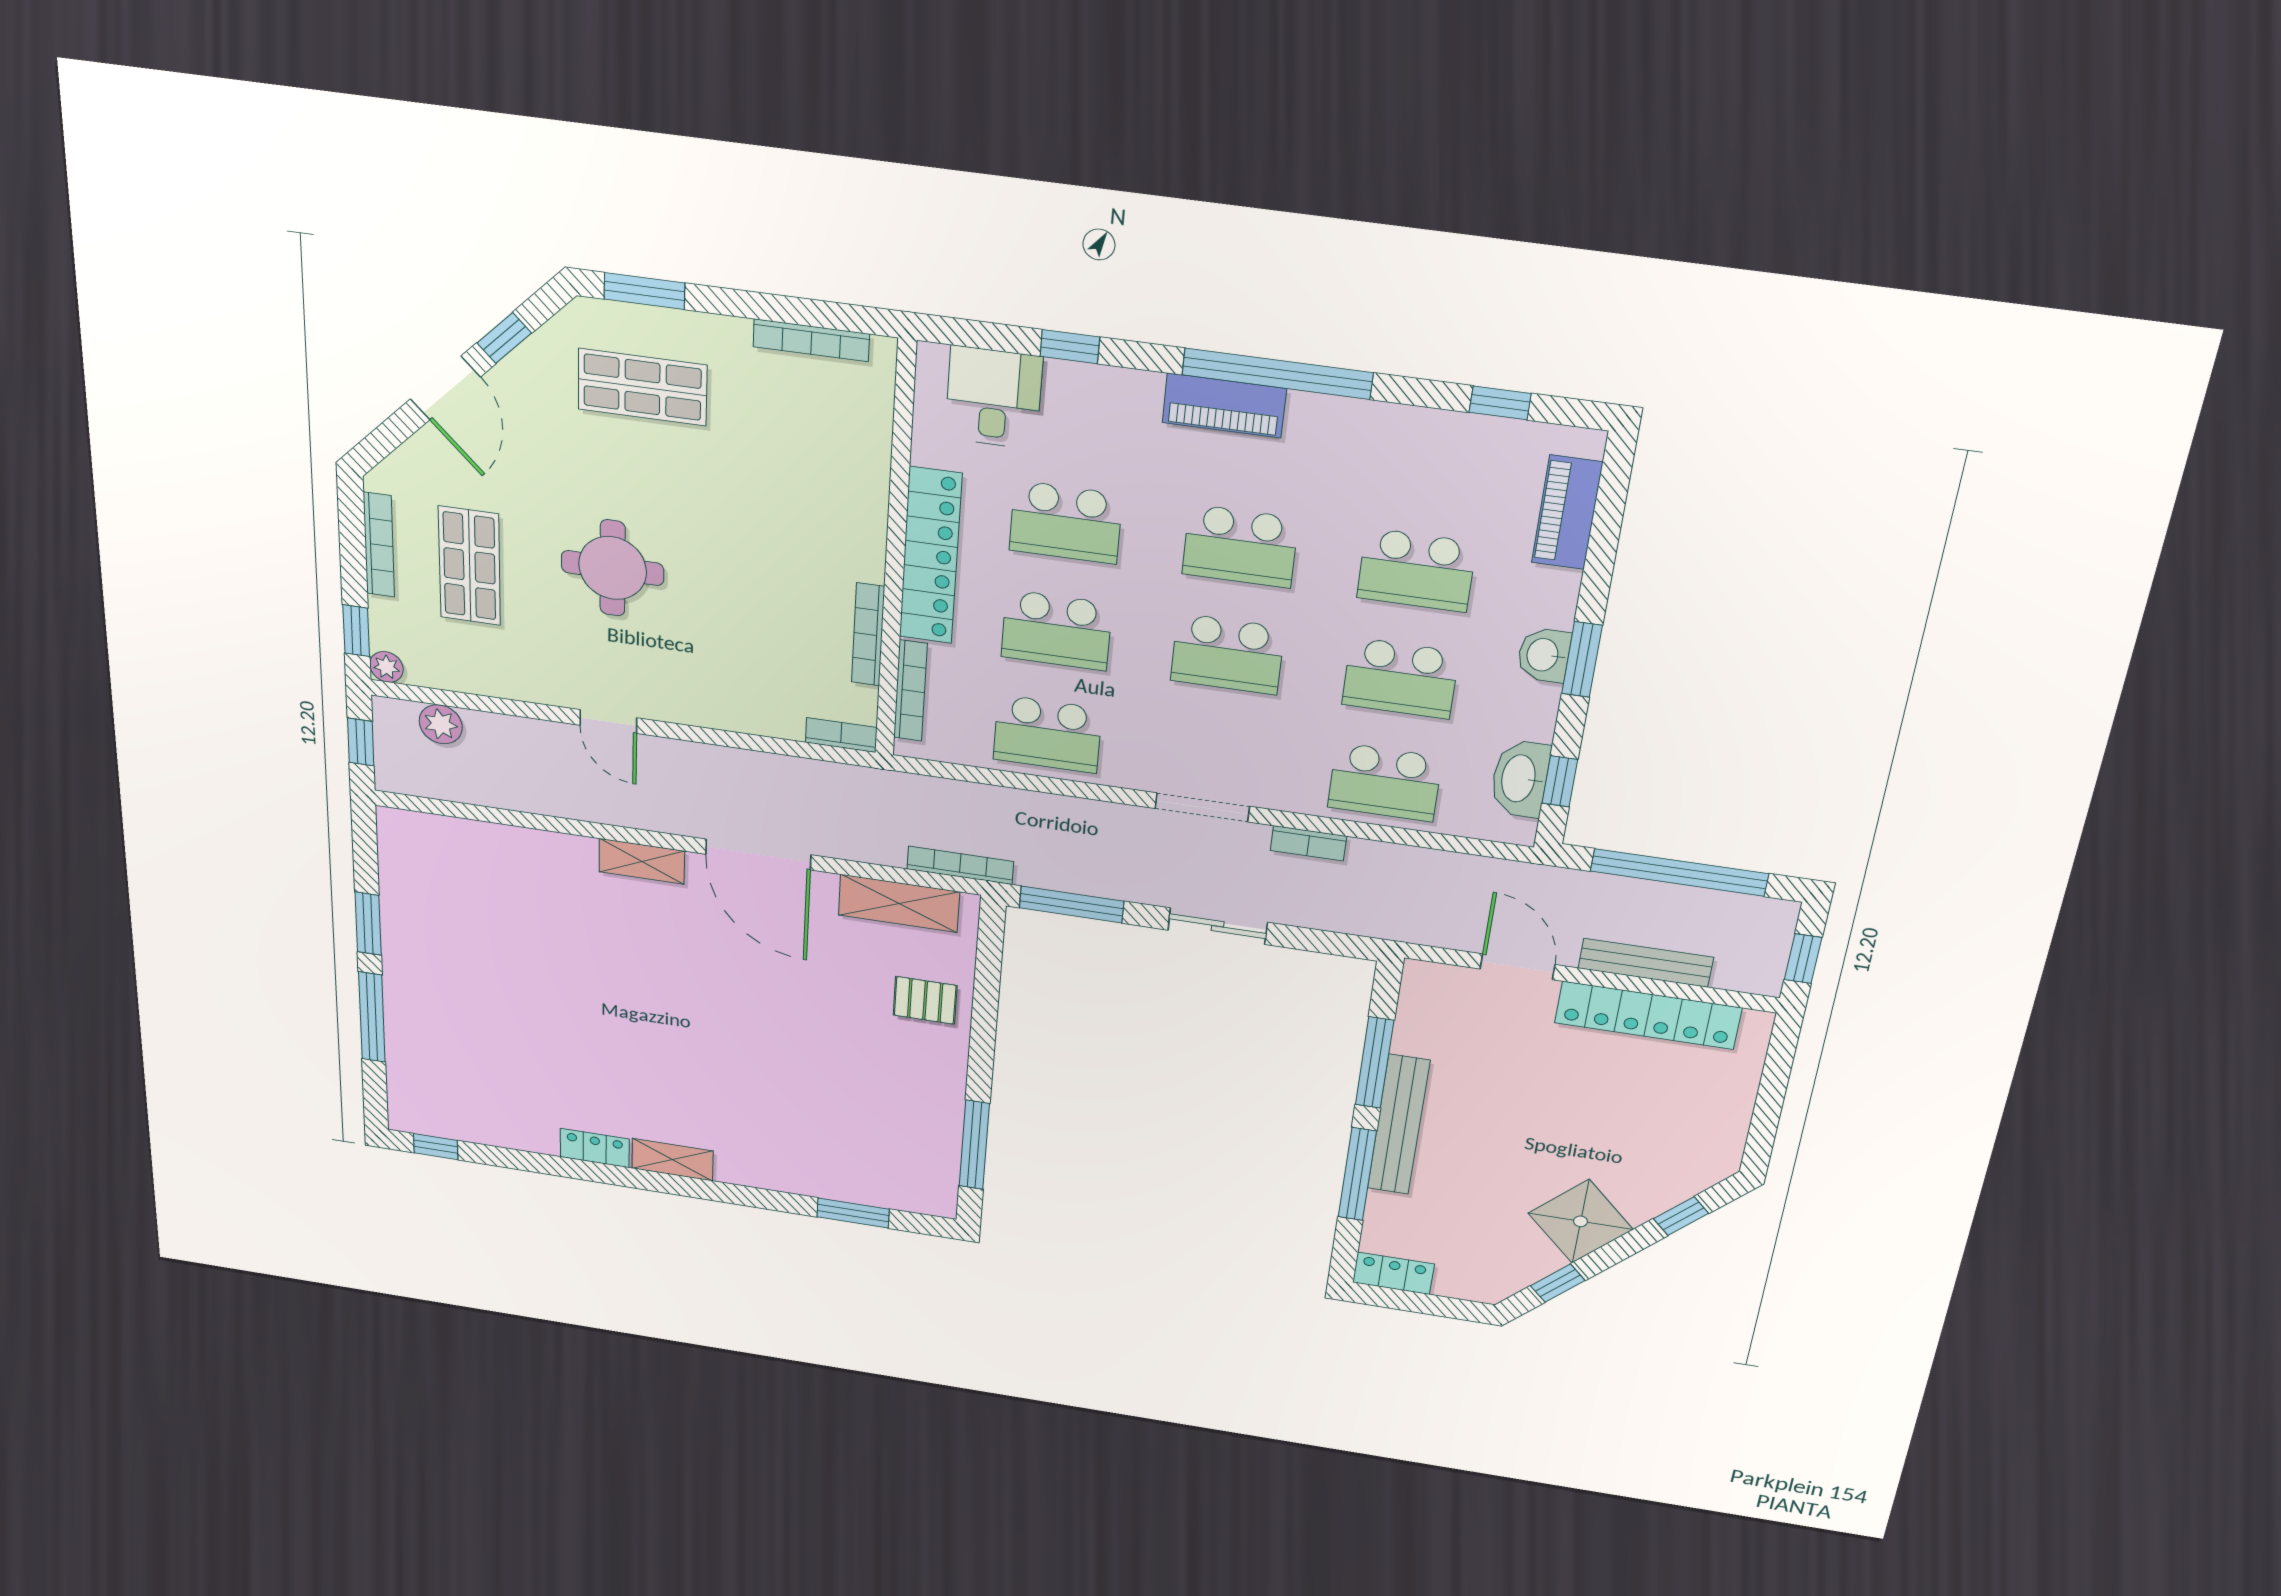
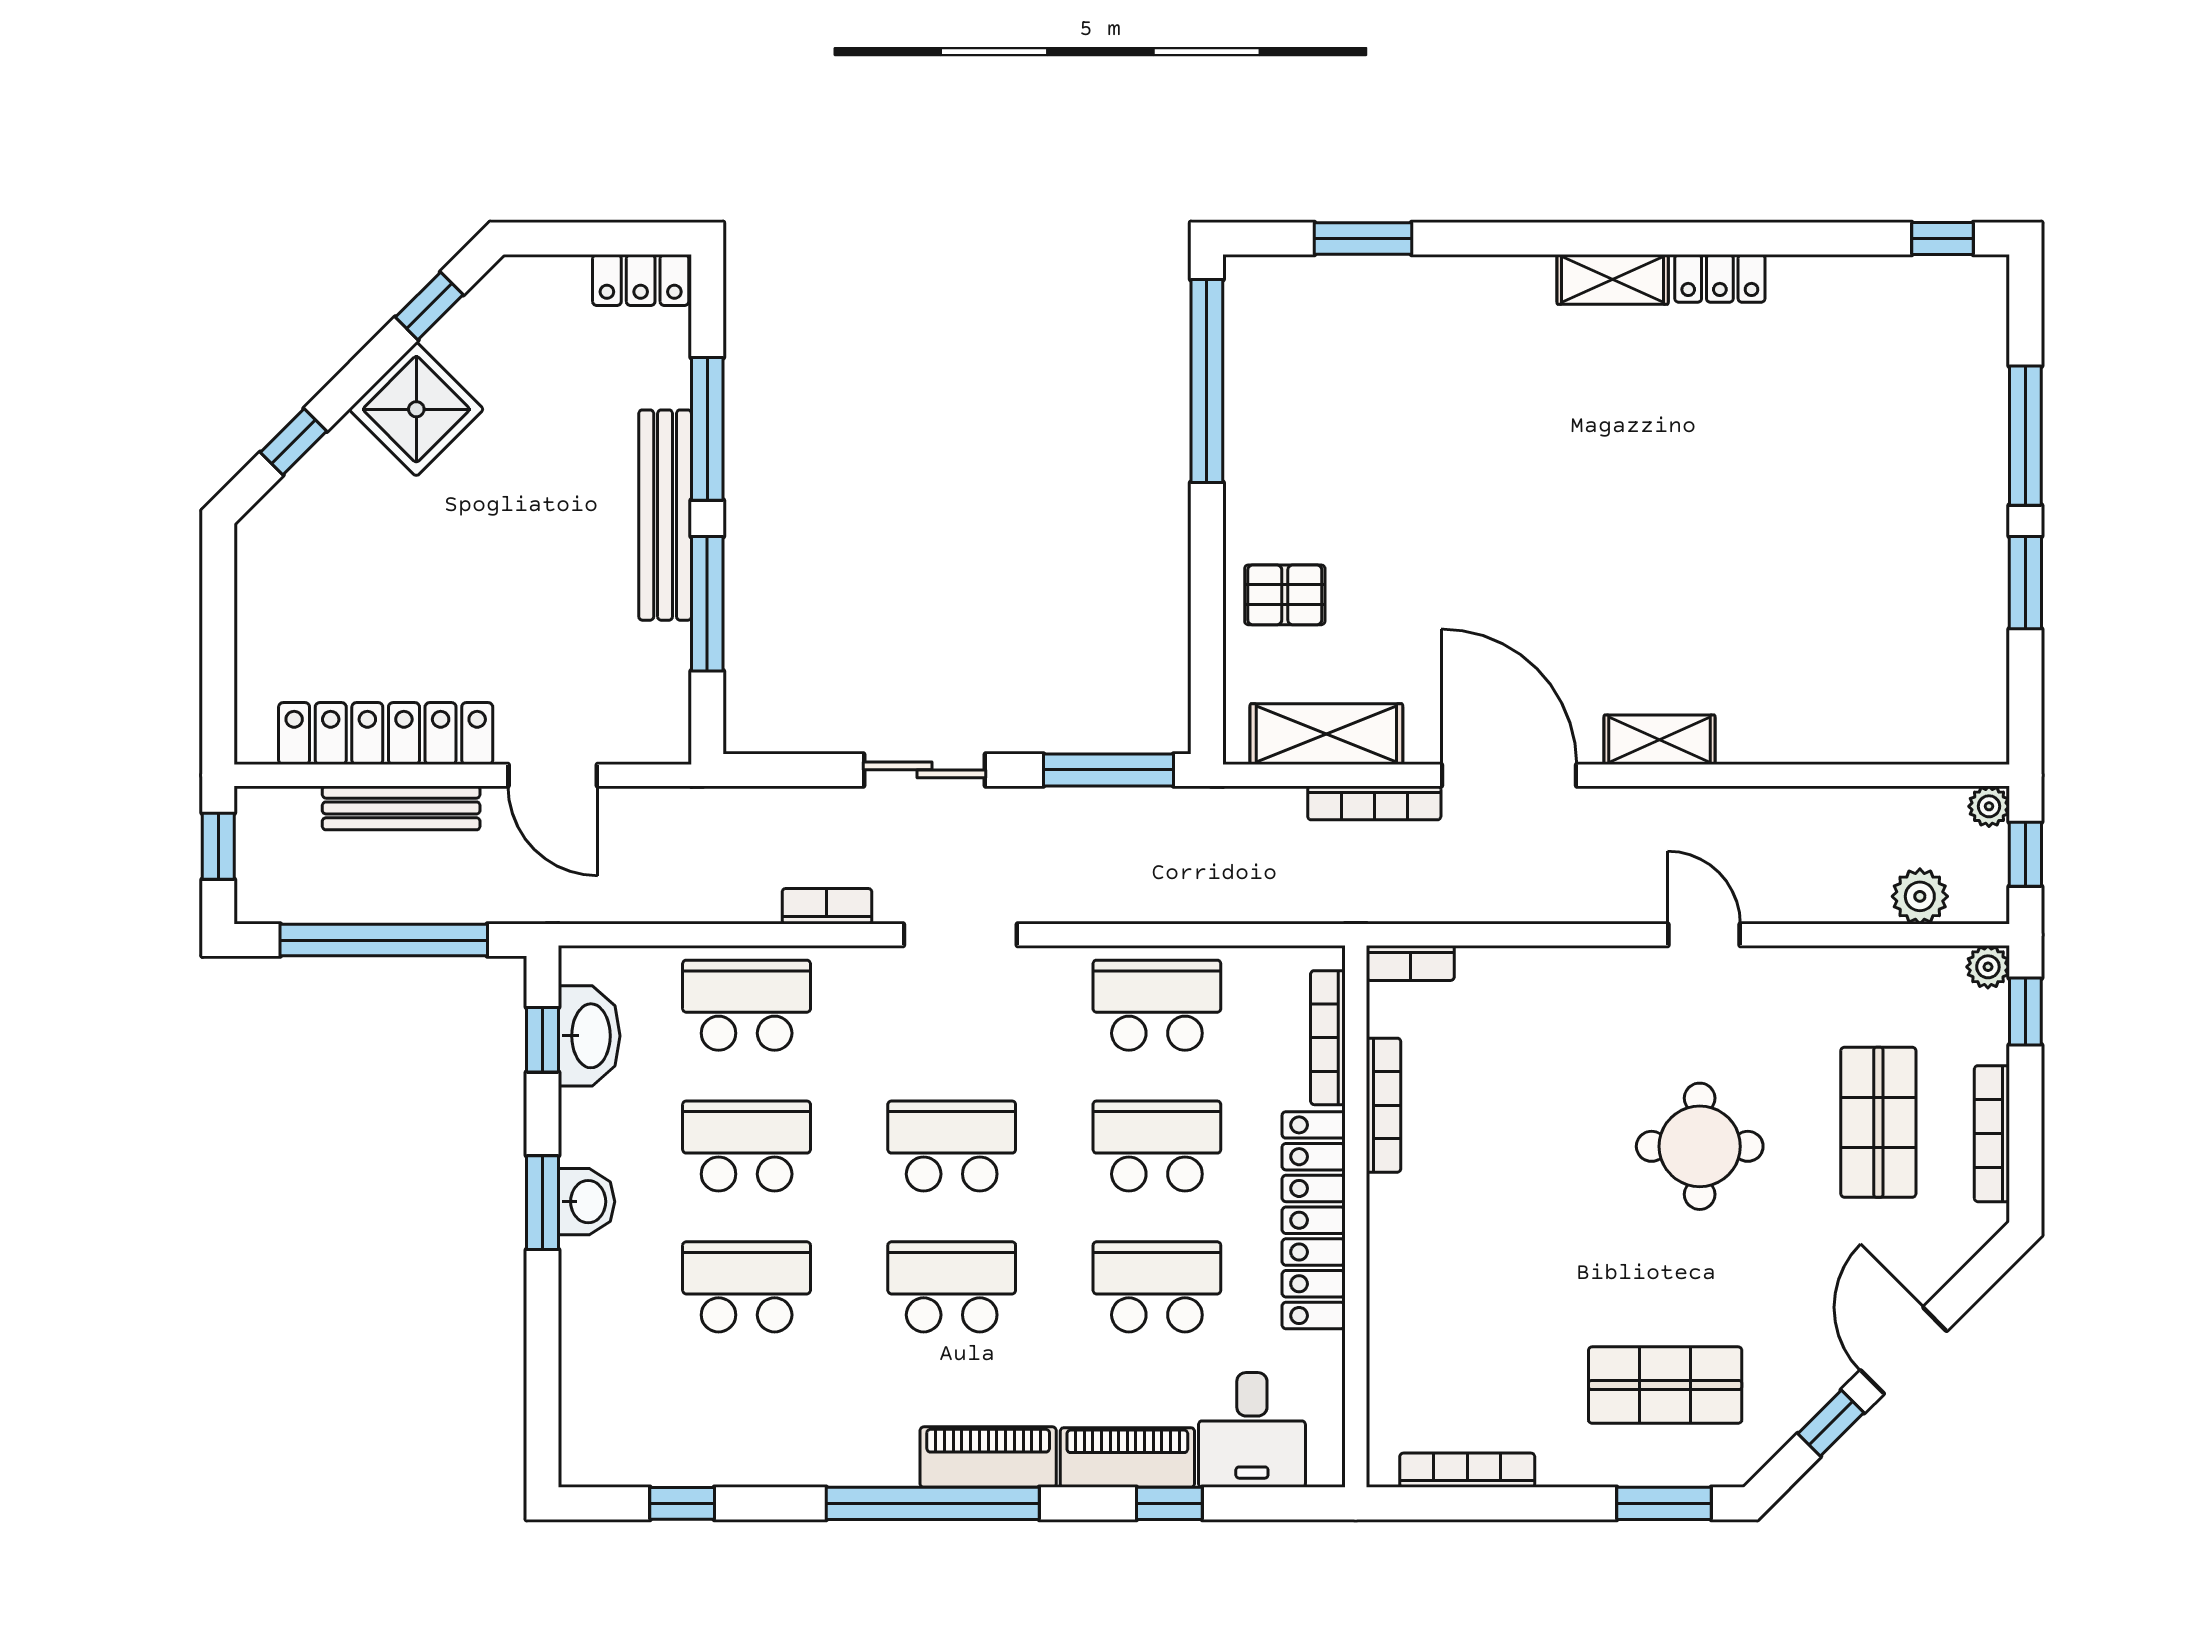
piano: (1567, 512) -> (1127, 1458), moved, turned -90
plant: (390, 779) -> (1989, 806), added
bookcase: (960, 865) -> (1374, 803), moved
window: (974, 1145) -> (1207, 381), width x1.46

